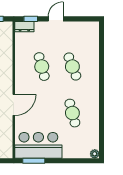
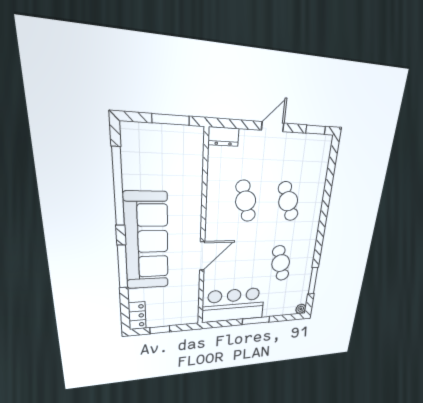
window: (31, 19) -> (316, 130), moved
window: (102, 129) -> (313, 281), added
window: (34, 161) -> (256, 320), moved

